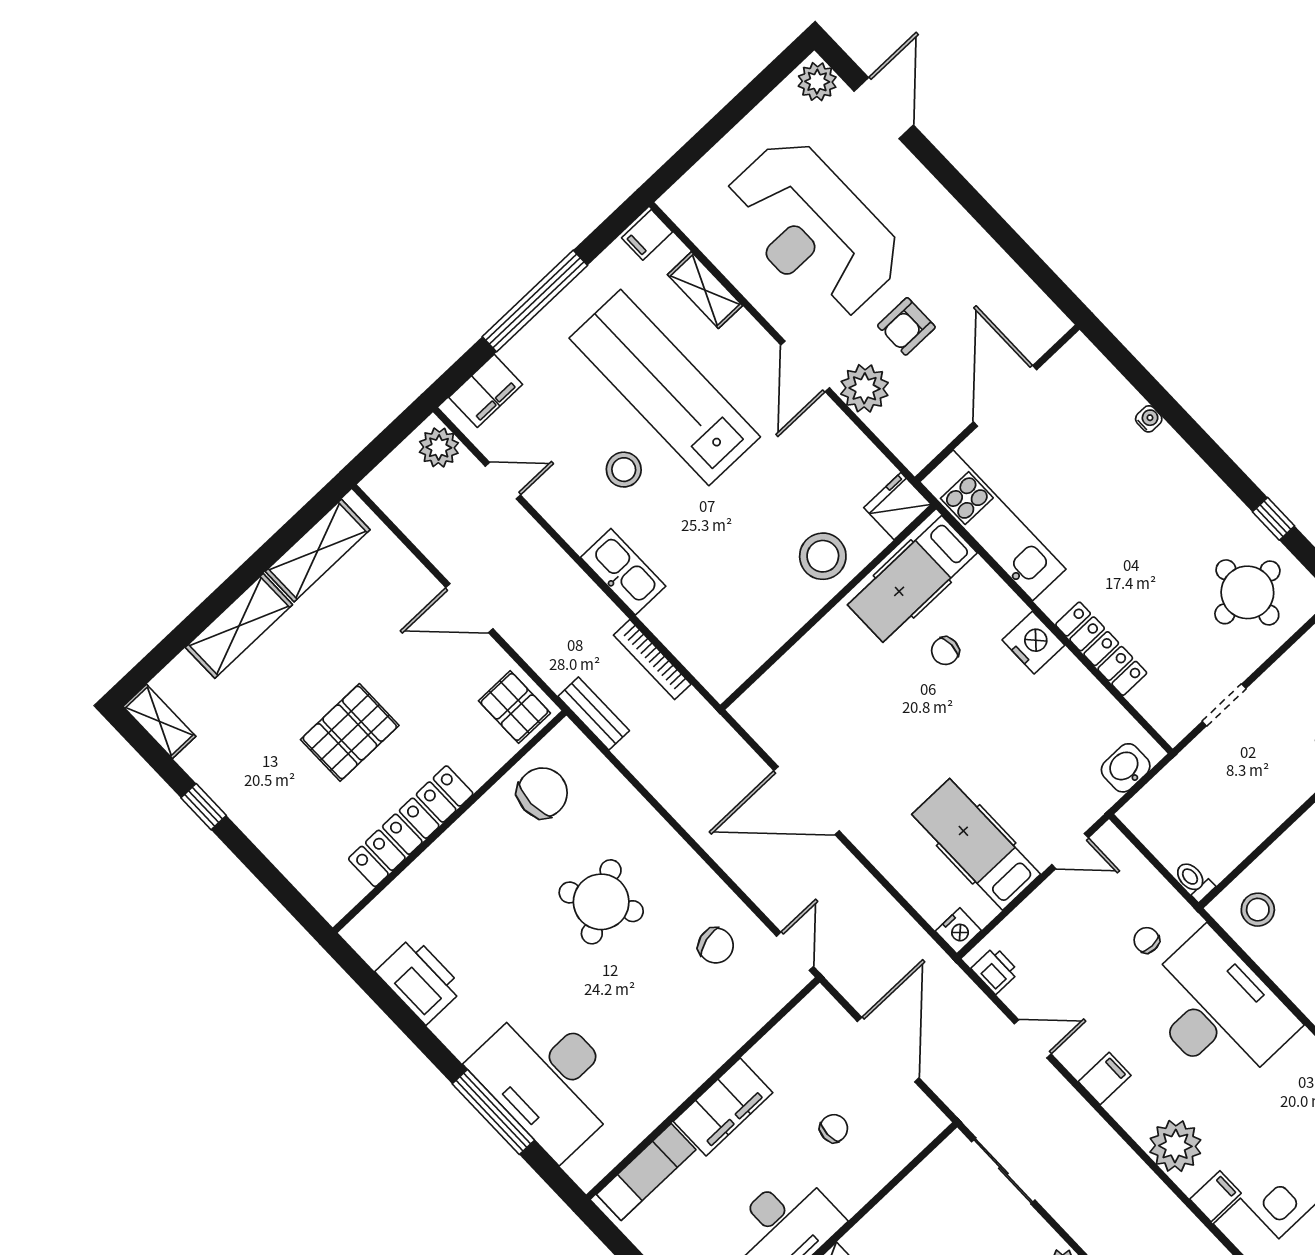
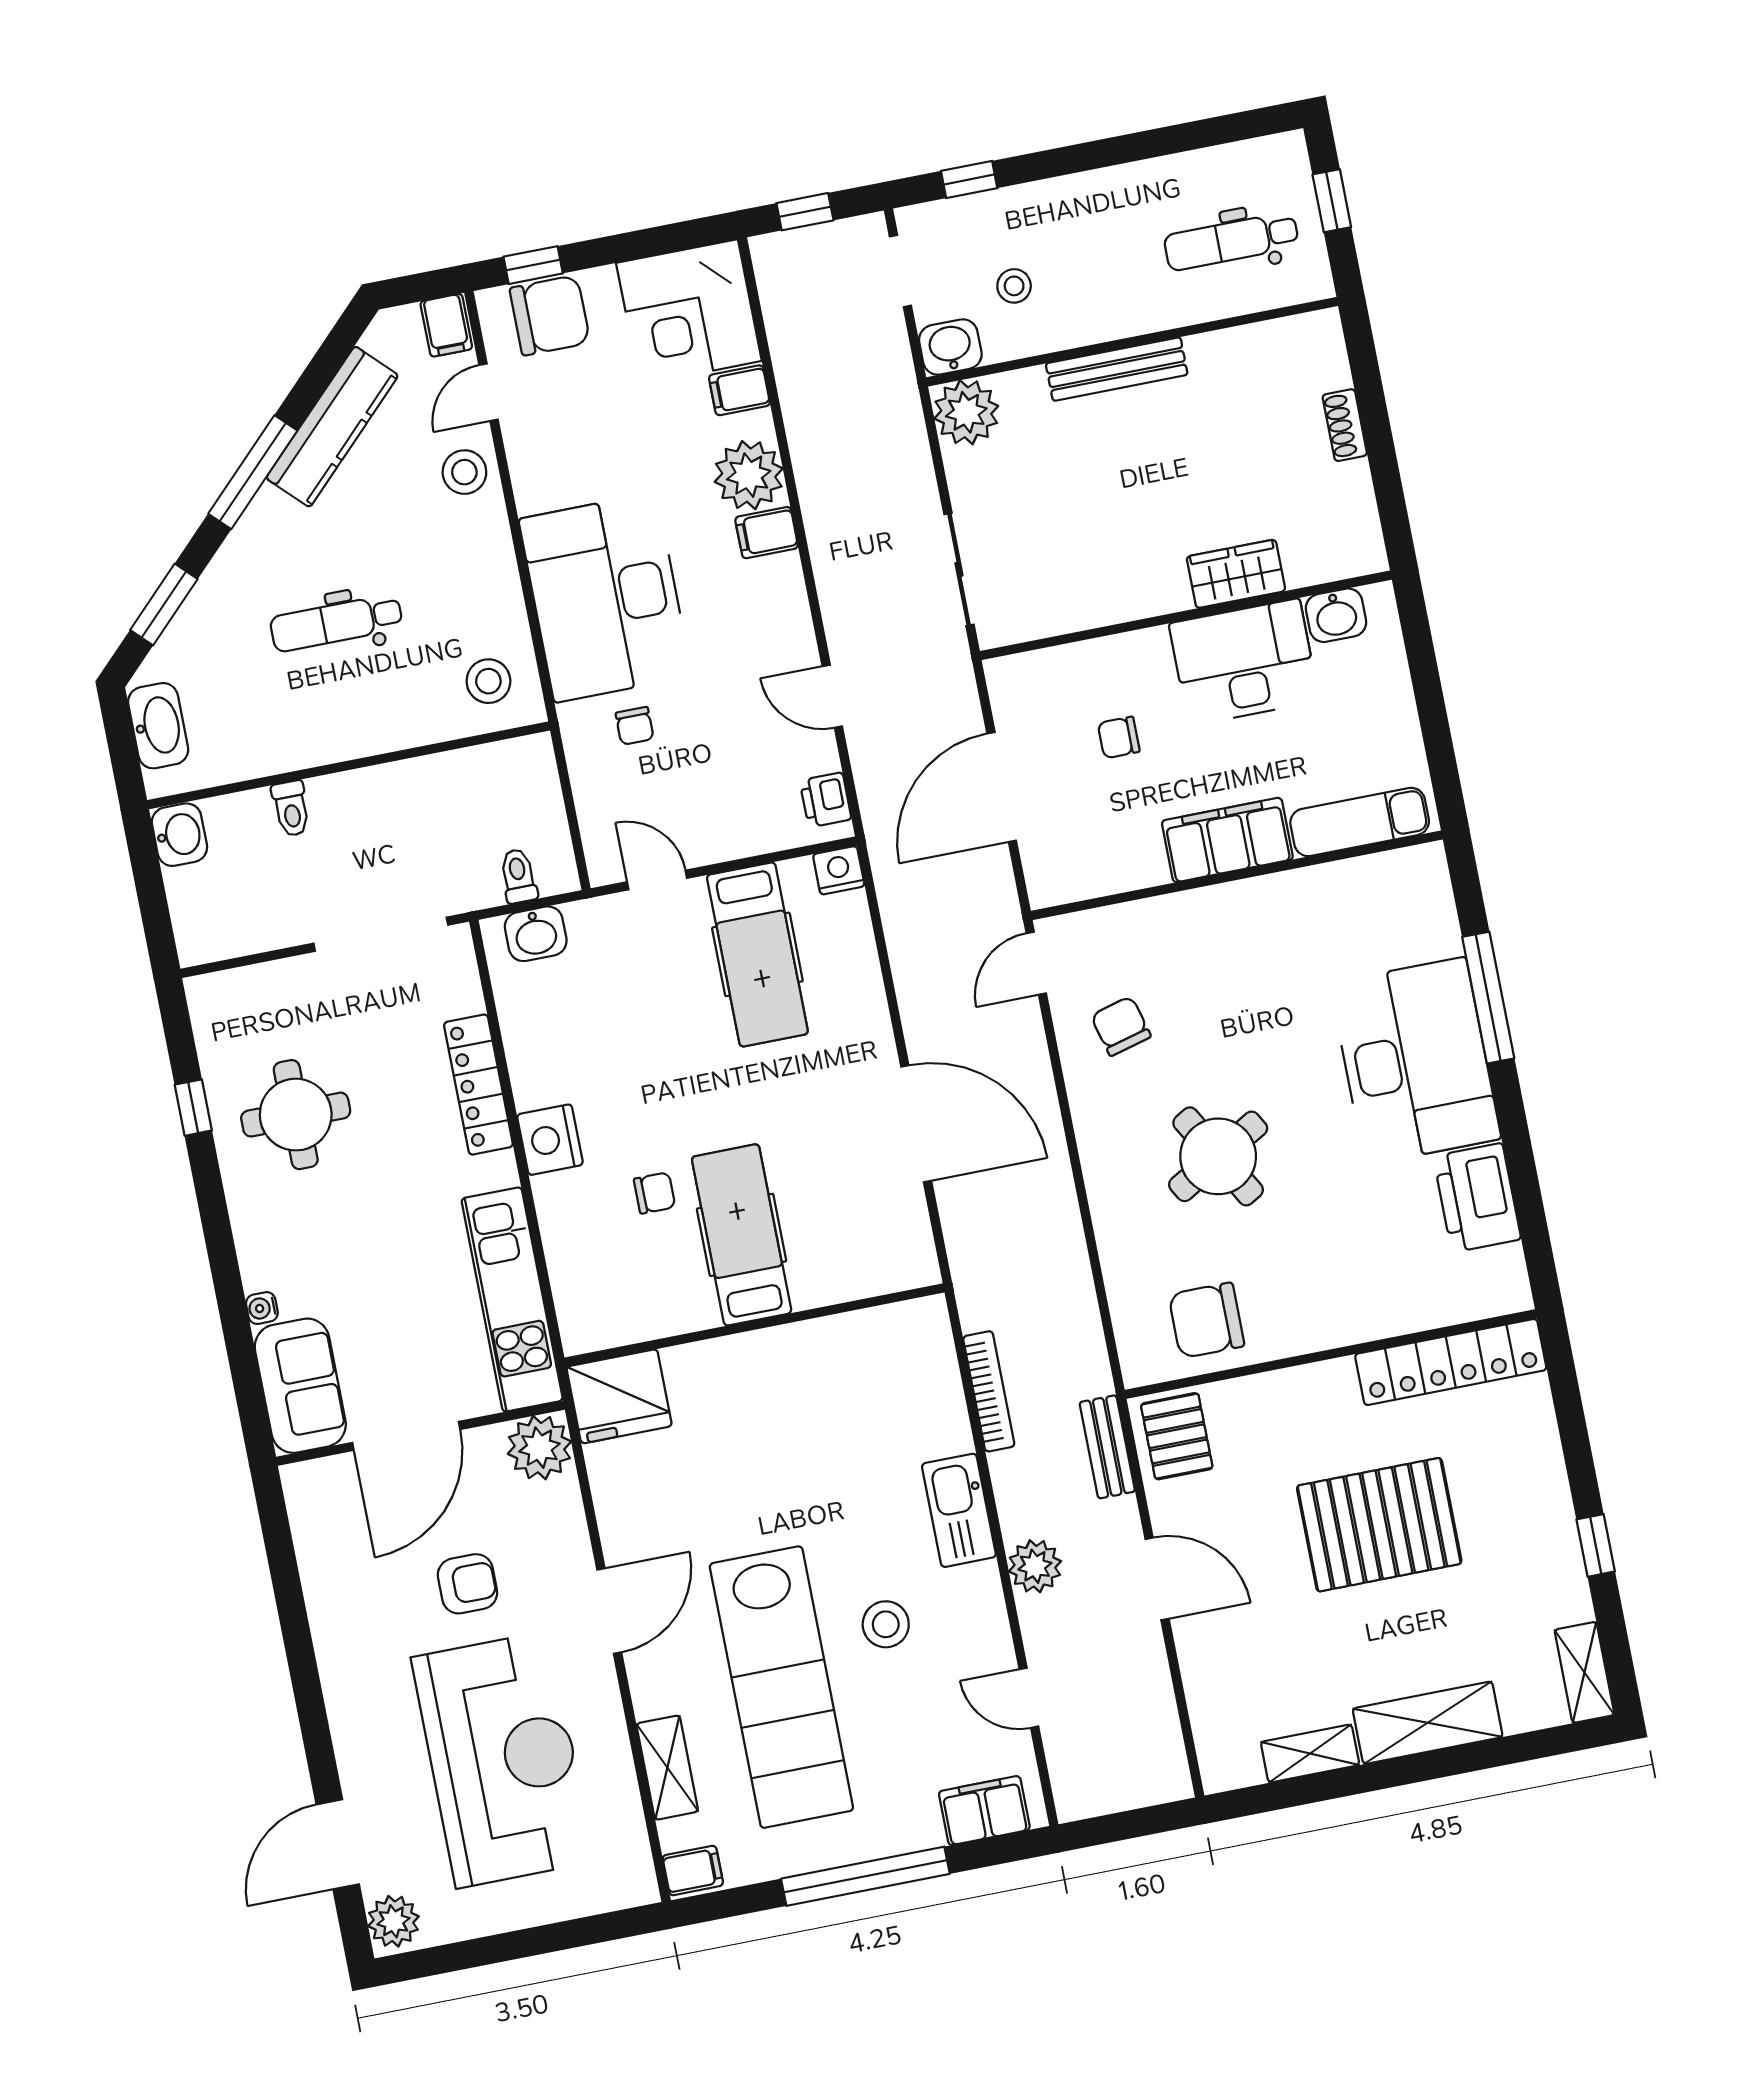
sofa: (1093, 385) -> (300, 1386), added
plant: (865, 388) -> (539, 1448), moved
plant: (439, 447) -> (1035, 1566), moved
fridge: (897, 506) -> (619, 1396), width x1.36, depth x1.34
shelving: (318, 551) -> (1310, 1754), width x0.67, depth x0.75
stool: (823, 556) -> (724, 1386), removed
hospital bed: (912, 579) -> (742, 1235), moved, turned -90
round table: (1247, 592) -> (296, 1115), moved
doorway: (1224, 705) -> (381, 934), width x1.88
bench: (594, 714) -> (1107, 1447), moved
pallet: (350, 732) -> (1379, 1525), width x1.37, depth x1.41
locker: (411, 826) -> (1451, 1362), moved
toilet: (1194, 881) -> (518, 876), moved, turned 180
desk: (549, 1079) -> (1415, 1061), moved
filing cabinet: (1105, 1079) -> (767, 533), moved

